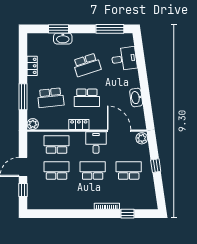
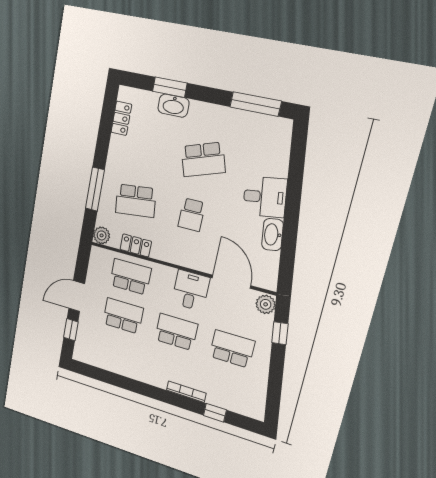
desk: (124, 59) -> (265, 197), moved
locker: (32, 66) -> (121, 118), moved
school desk: (87, 98) -> (192, 215), width x0.54
locker: (79, 124) -> (136, 245), moved
window: (156, 166) -> (280, 333), moved

